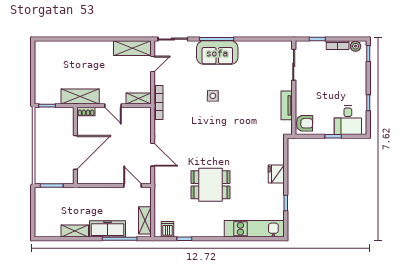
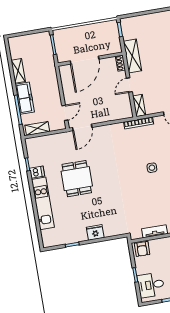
door: (75, 152) -> (85, 60), hinge flipped
door: (153, 155) -> (82, 127), moved
dishwasher: (168, 229) -> (37, 172), moved
kitchen unit: (254, 229) -> (43, 203), moved

